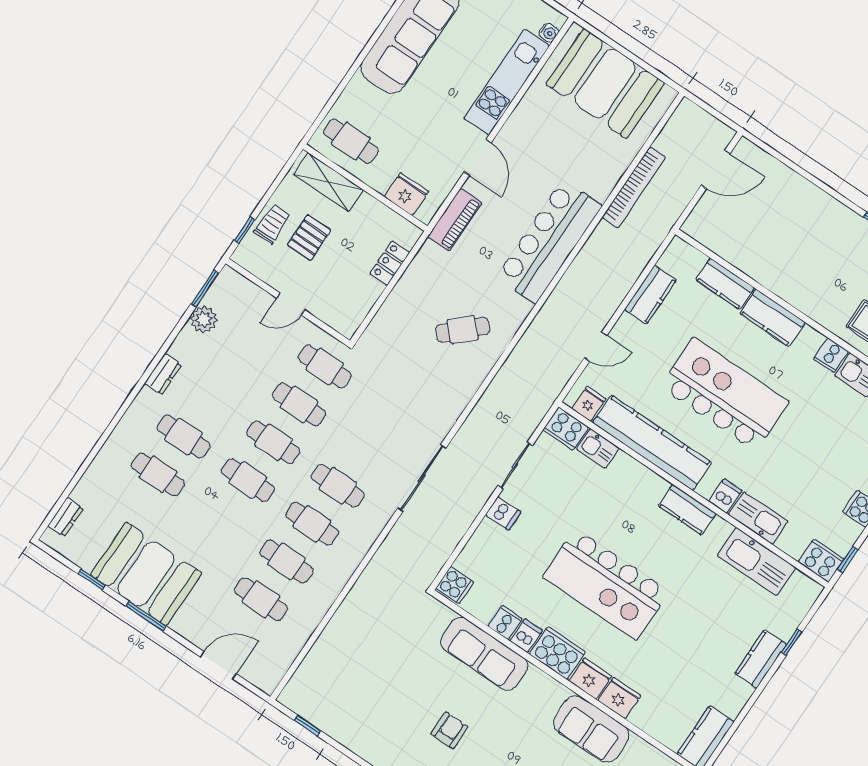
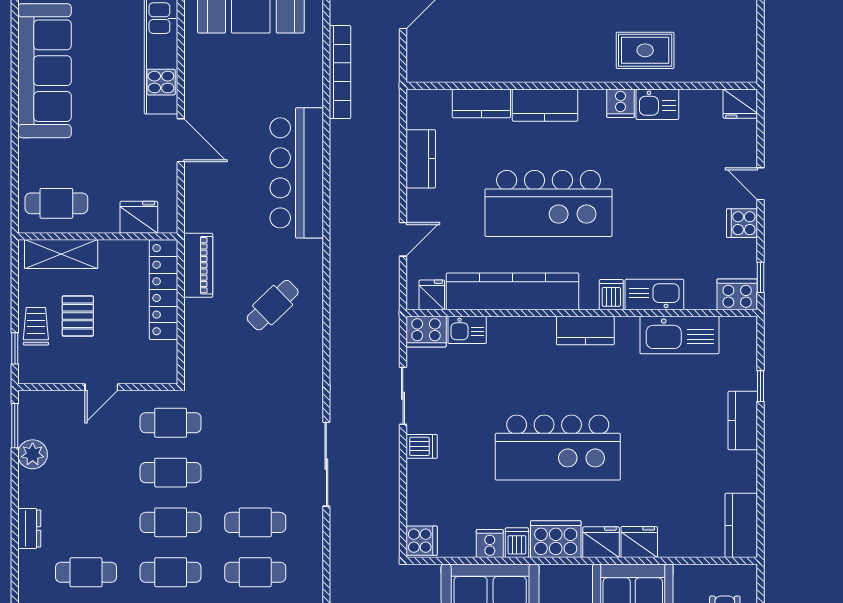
piano: (455, 220) -> (198, 265), moved
locker: (390, 263) -> (164, 290), width x2.16, depth x1.21
kitchen island: (725, 394) -> (548, 203), turned 180

